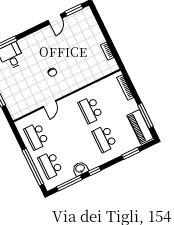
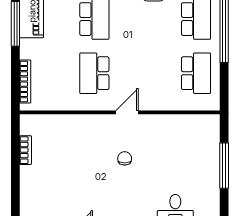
door: (50, 104) -> (127, 112), moved
school desk: (90, 110) -> (94, 73), turned 180

